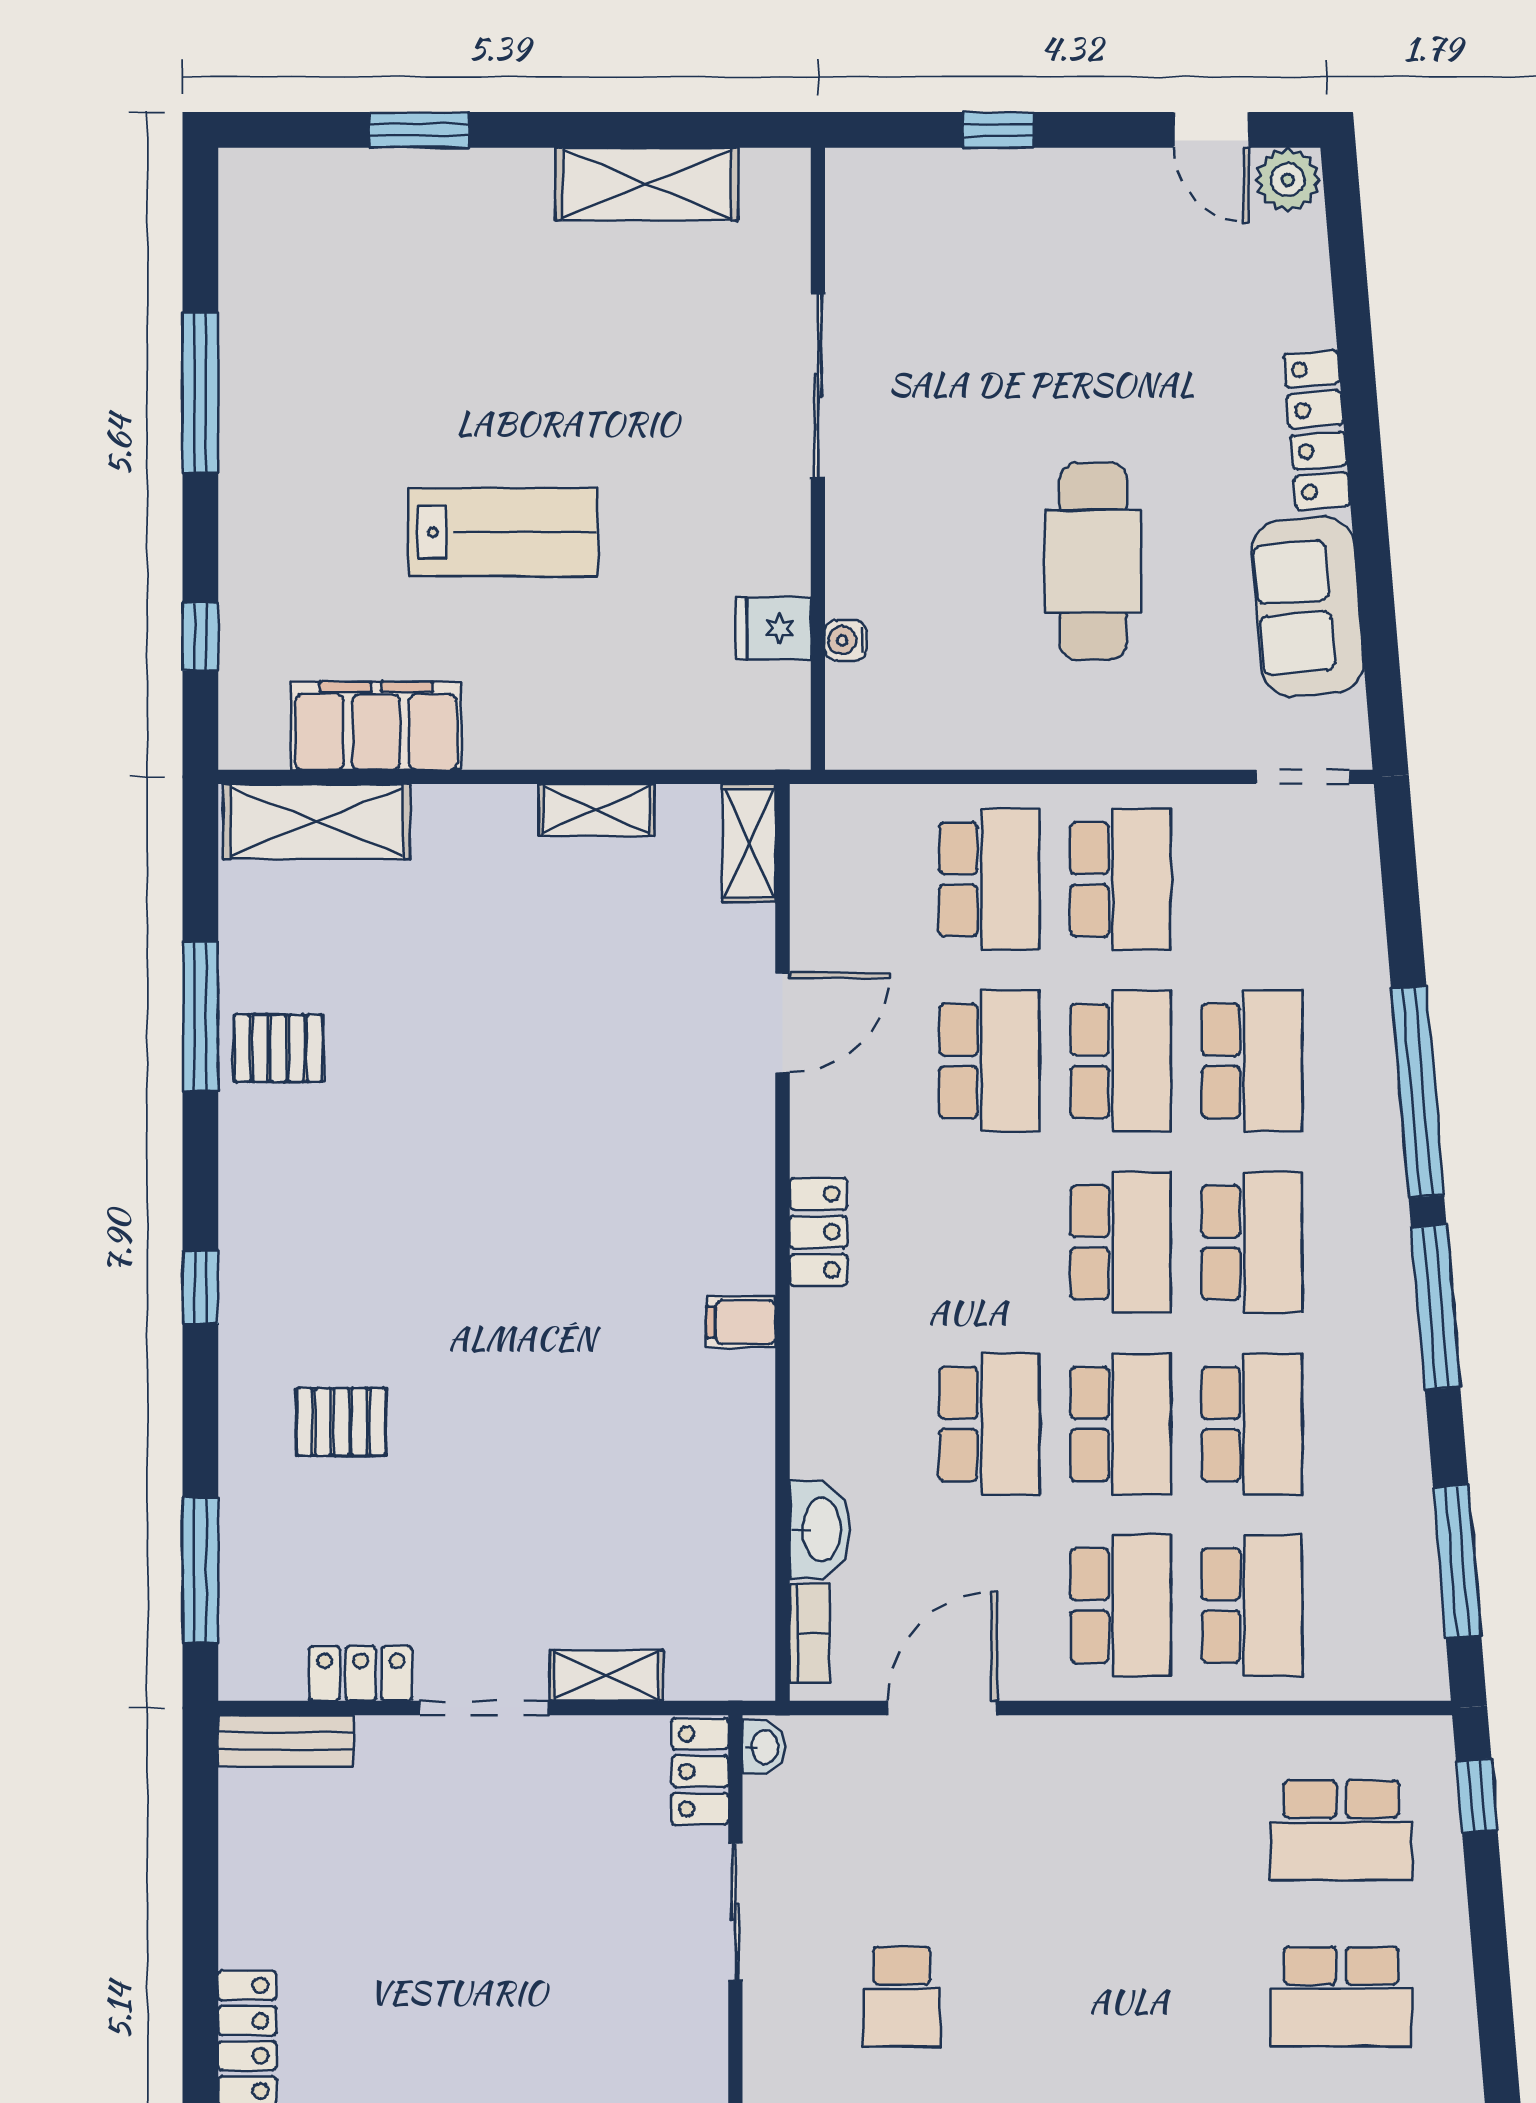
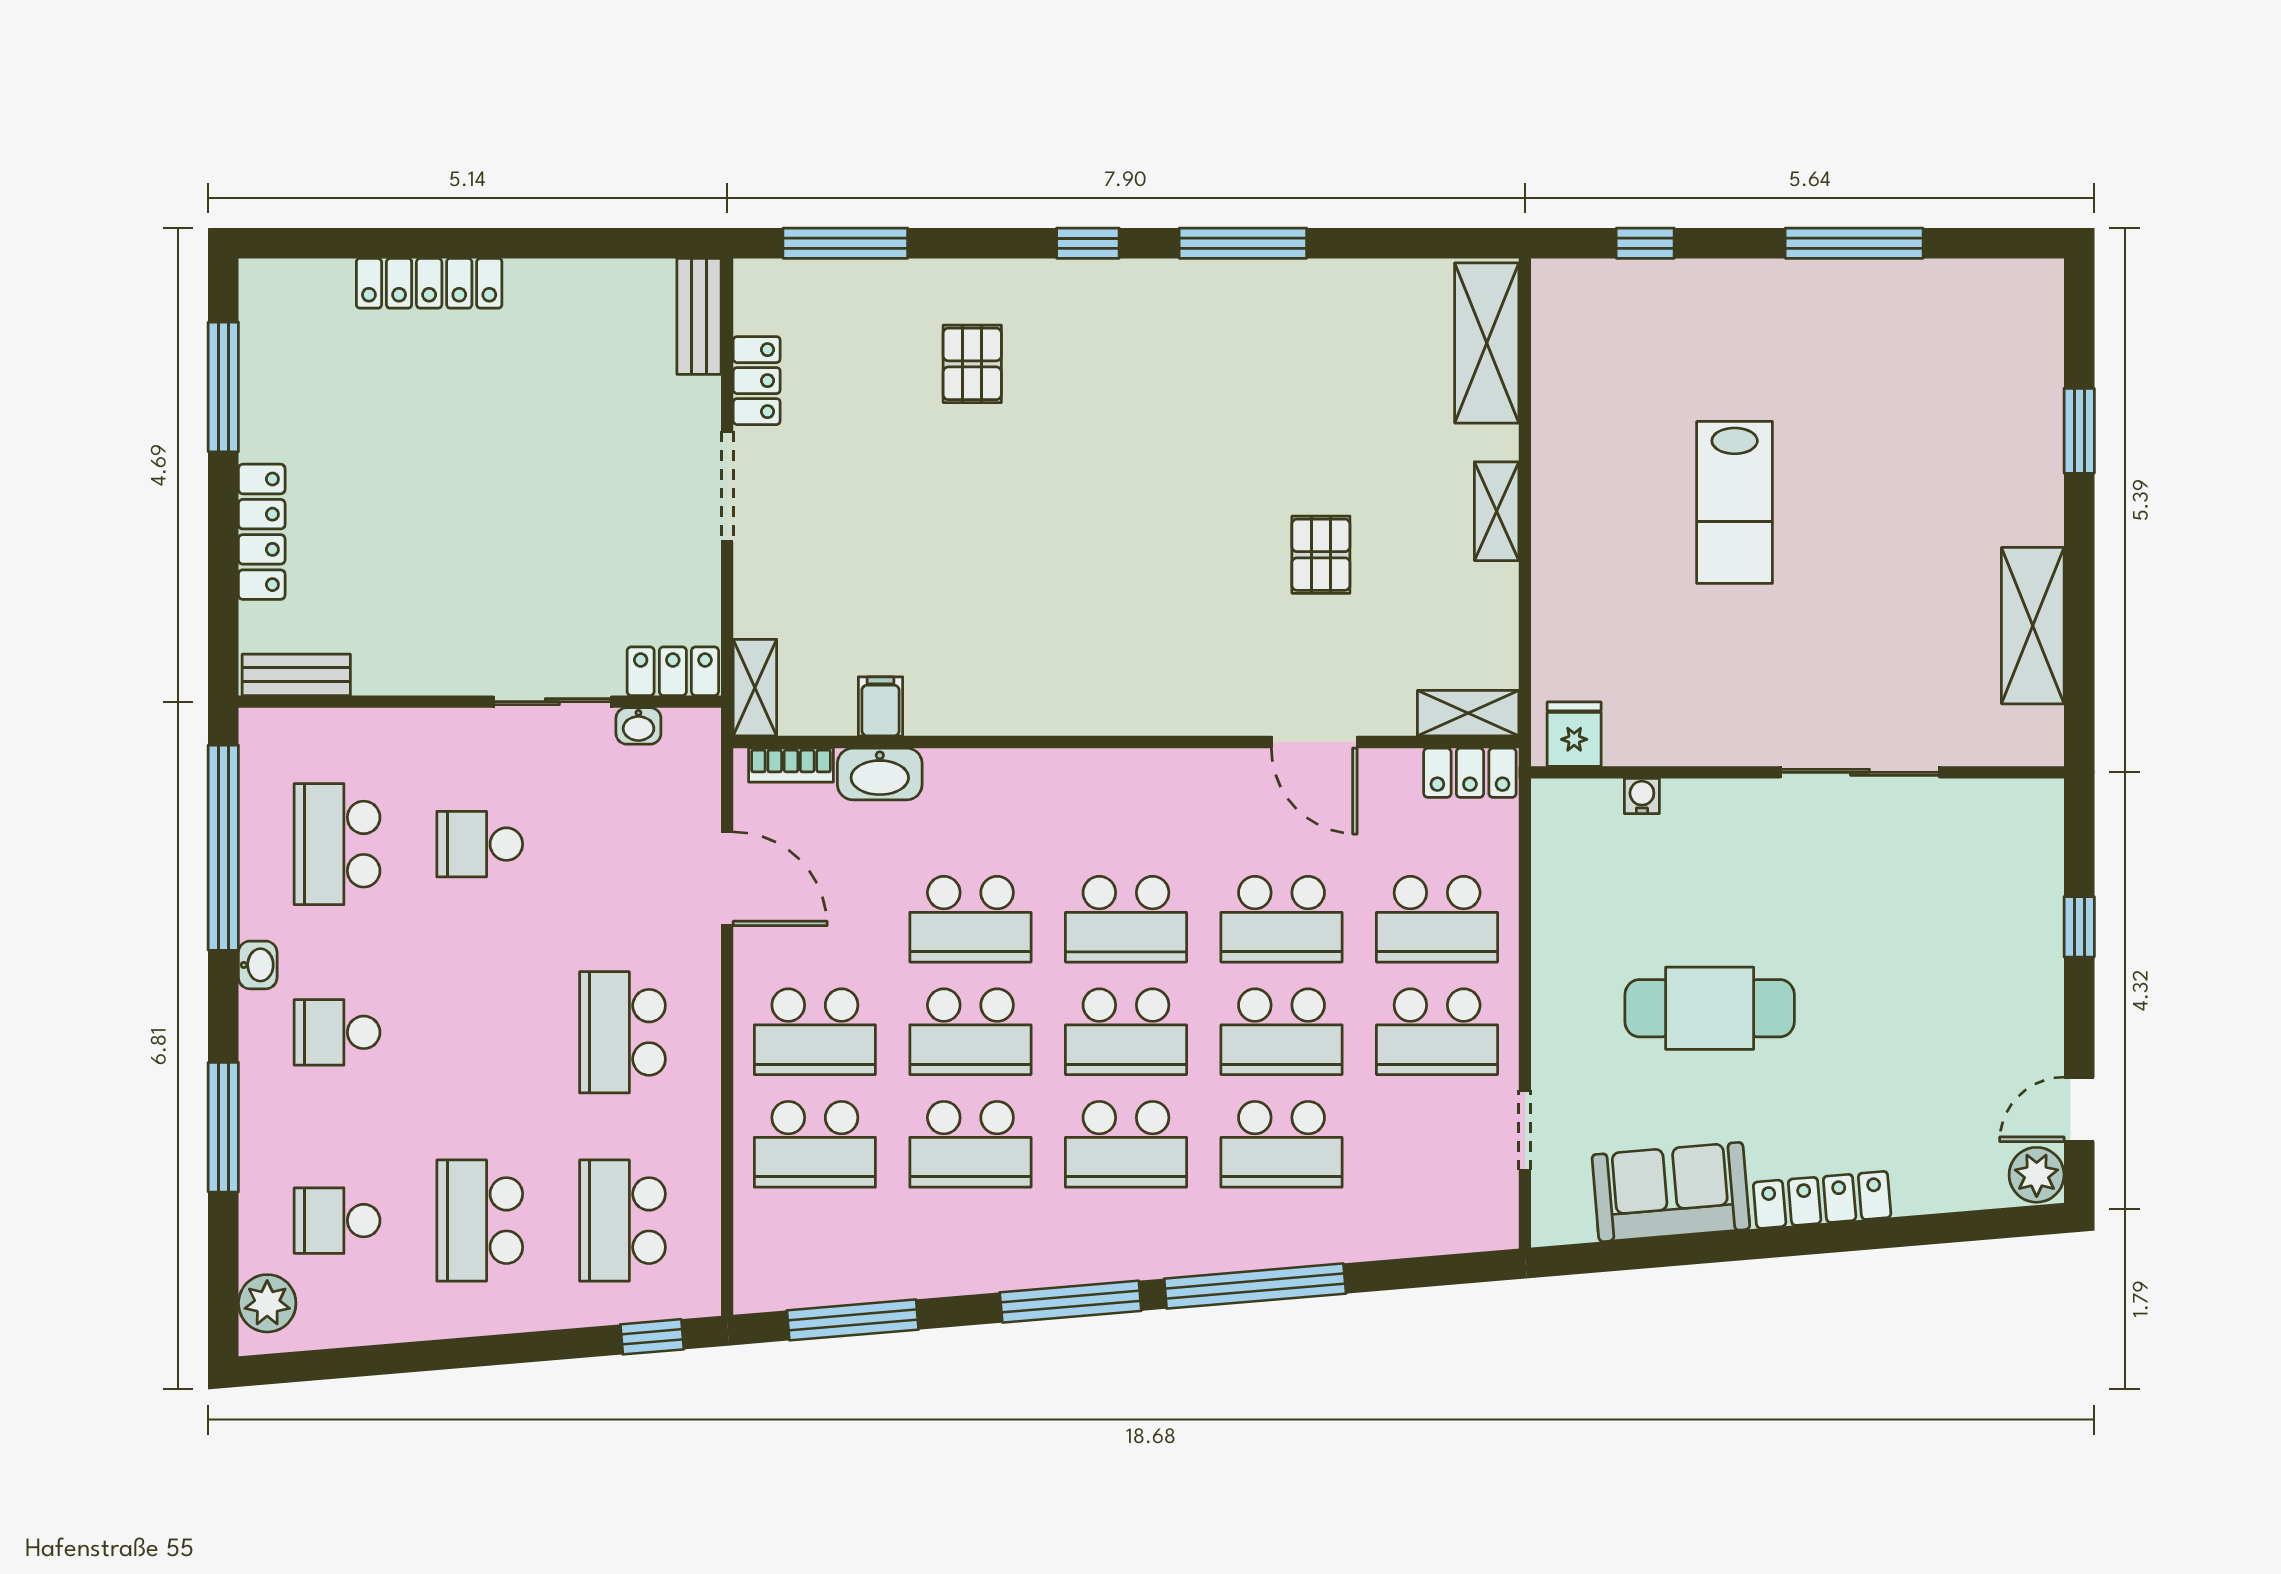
fridge: (773, 629) -> (1574, 734), moved
filing cabinet: (376, 726) -> (1569, 394), removed
doorway: (1303, 777) -> (1525, 1130), moved
shelving: (596, 810) -> (1497, 511), moved
window: (200, 1016) -> (1243, 243), moved
pallet: (278, 1048) -> (1321, 555), moved
locker: (818, 1232) -> (1470, 773), moved
school desk: (989, 1242) -> (1126, 919), added
filing cabinet: (741, 1322) -> (881, 706), moved
shelving: (606, 1675) -> (755, 688), moved
washbasin: (764, 1747) -> (638, 726), moved
school desk: (1121, 1830) -> (622, 1032), added

